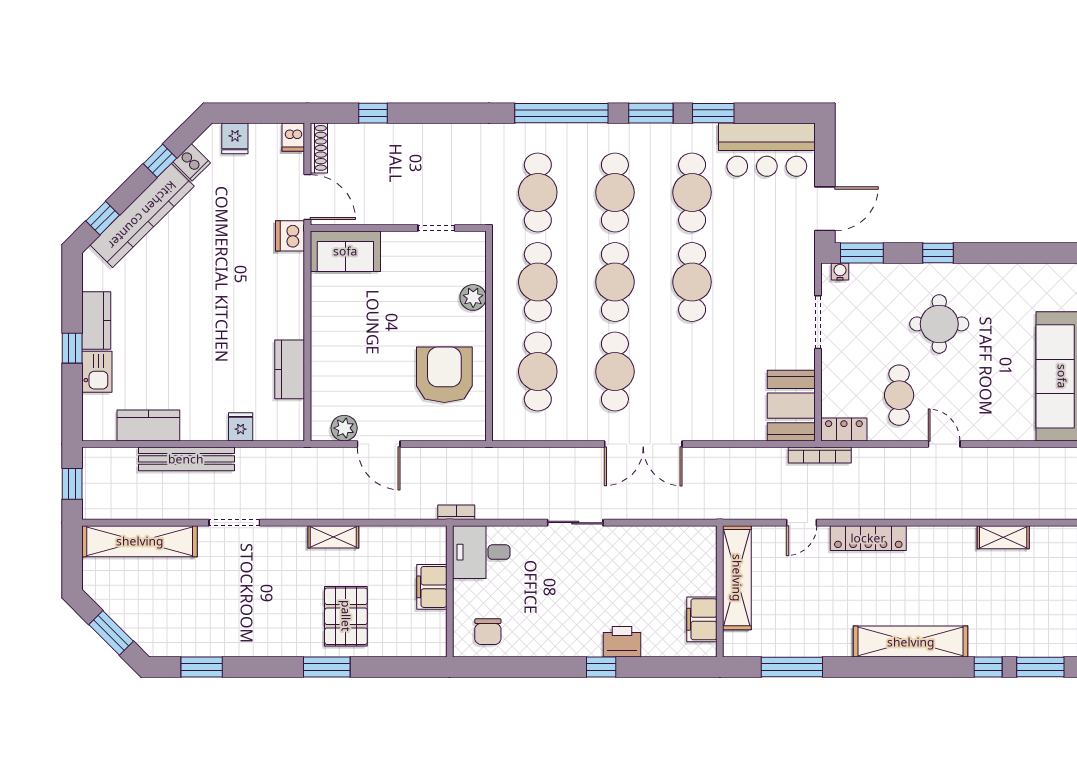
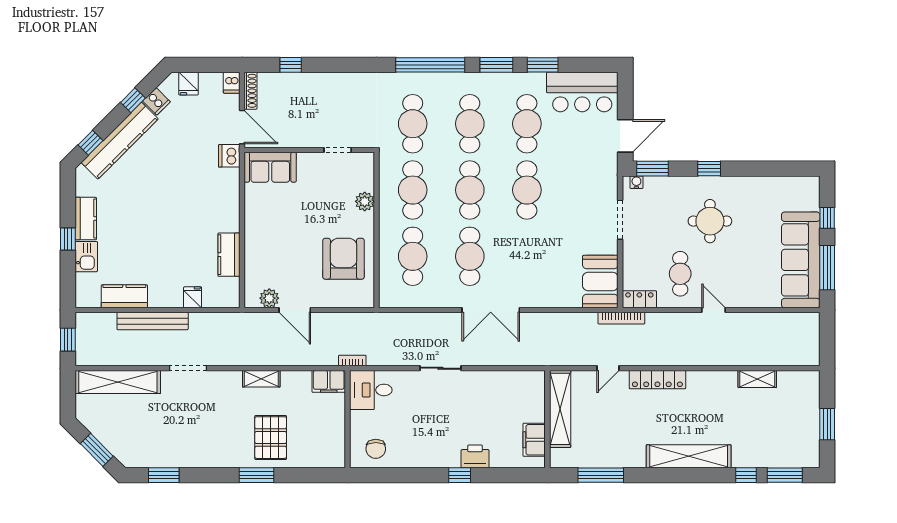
filing cabinet: (432, 587) -> (329, 381), moved, turned -90

